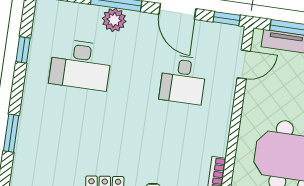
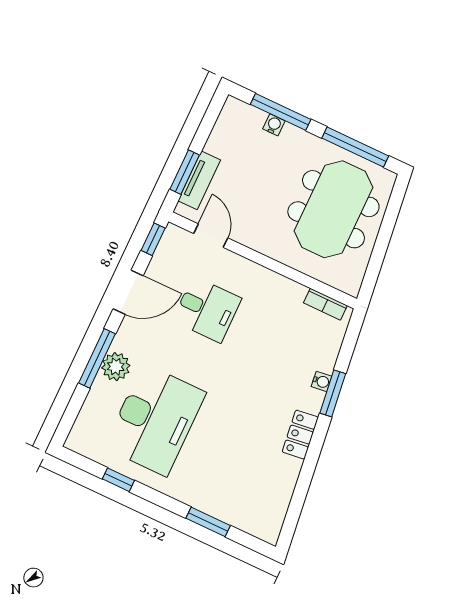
desk: (81, 65) -> (155, 420), width x1.36, depth x1.30

